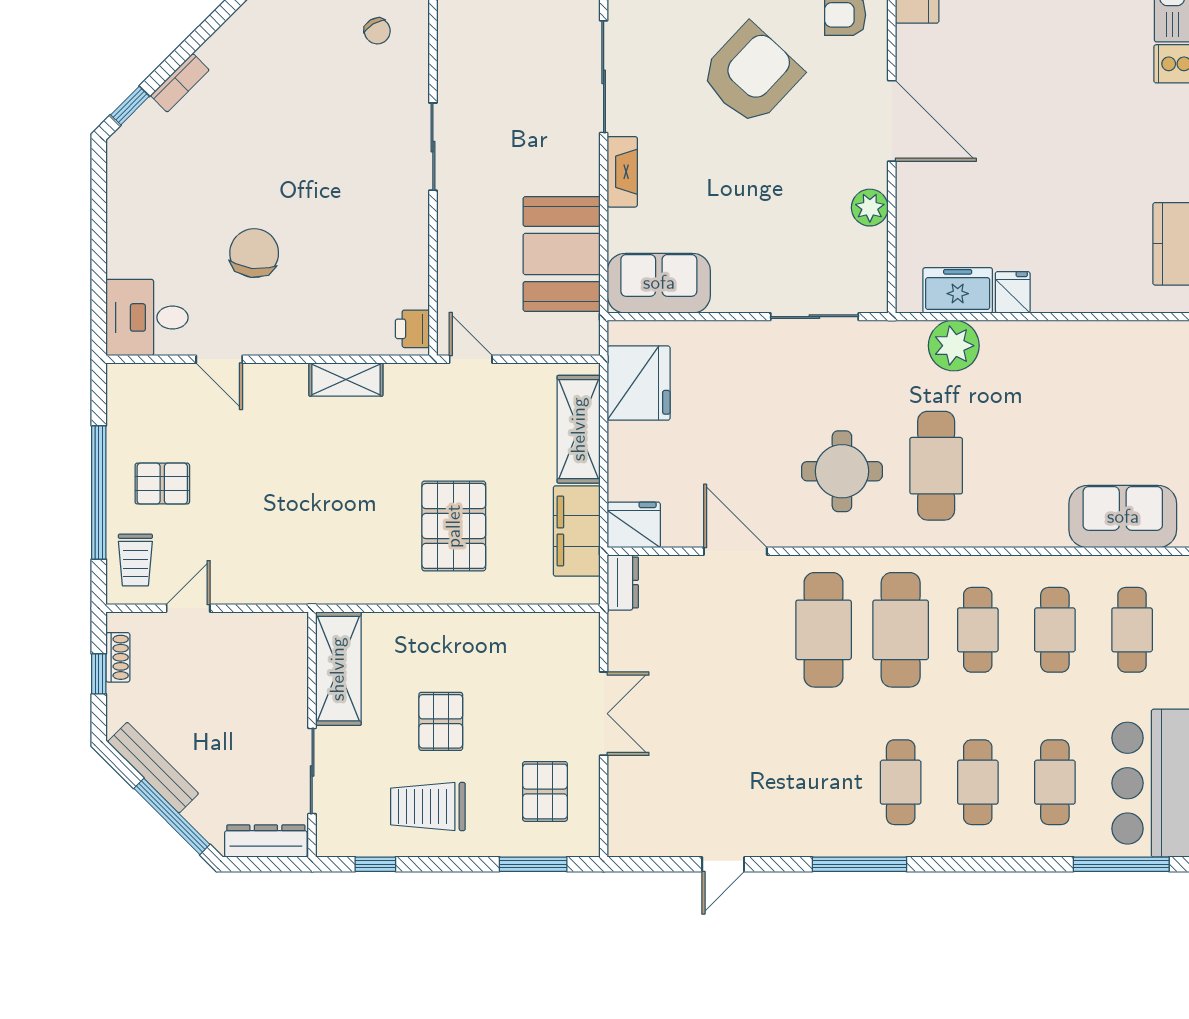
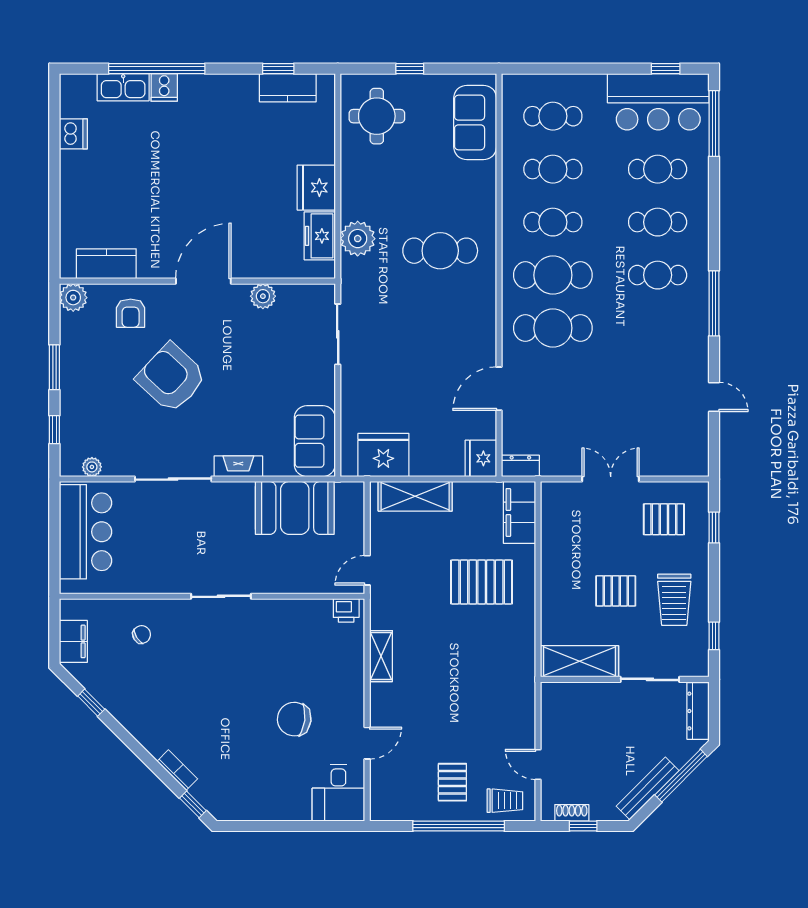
fridge: (1013, 292) -> (316, 188), width x1.88, depth x1.34
round table: (842, 471) -> (377, 116), moved
filing cabinet: (577, 531) -> (520, 512), moved, turned 90
window: (533, 864) -> (714, 527), width x0.67

